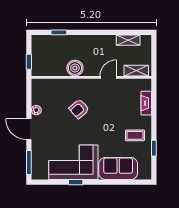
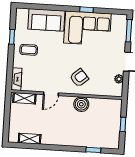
boiler: (75, 68) -> (81, 104), moved
shelving: (136, 71) -> (24, 98), moved
wall: (91, 77) -> (67, 95), moved
door: (108, 77) -> (51, 94), moved

